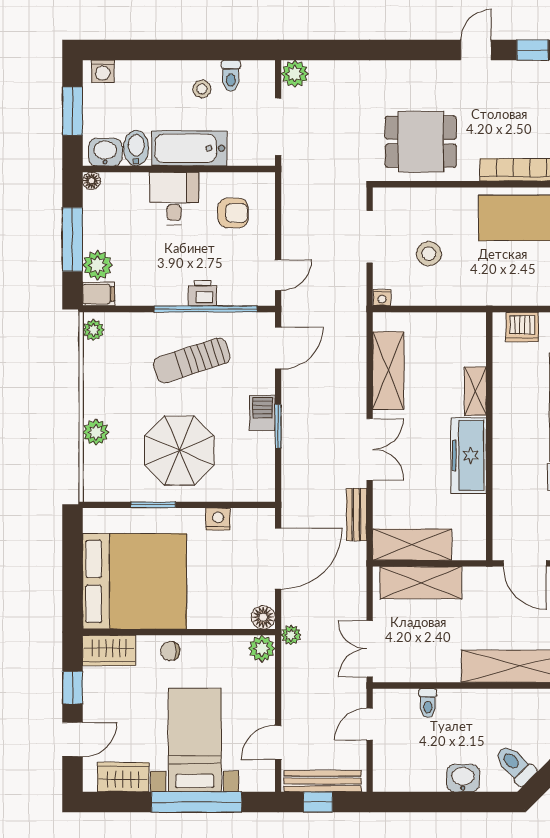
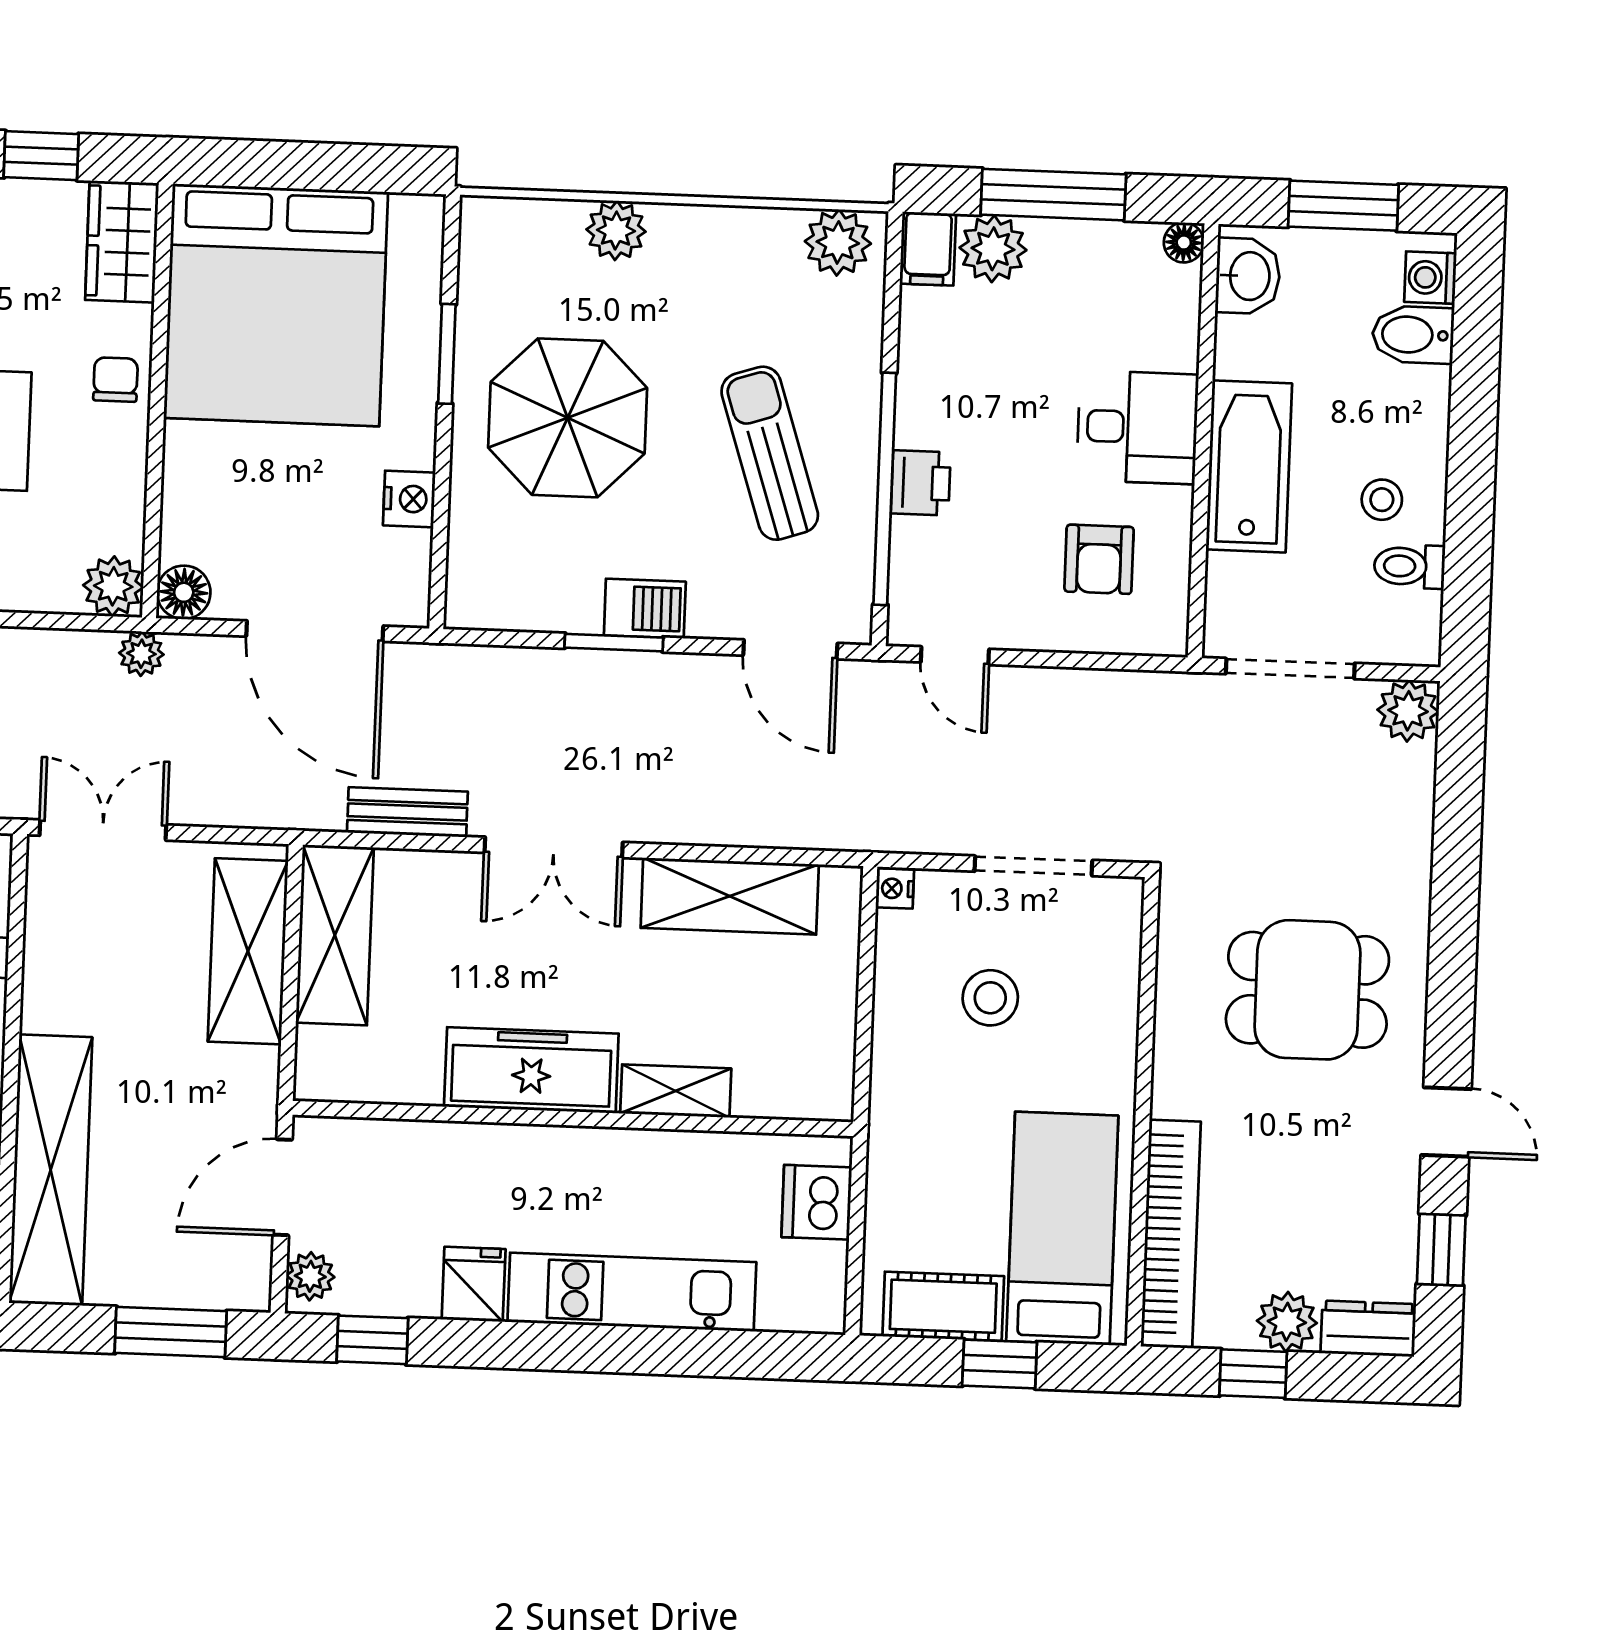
dining table: (421, 142) -> (1307, 990), moved, turned 90
bidet: (136, 148) -> (1413, 335), moved, turned 180
plant: (93, 330) -> (838, 242), width x1.38, depth x1.38

